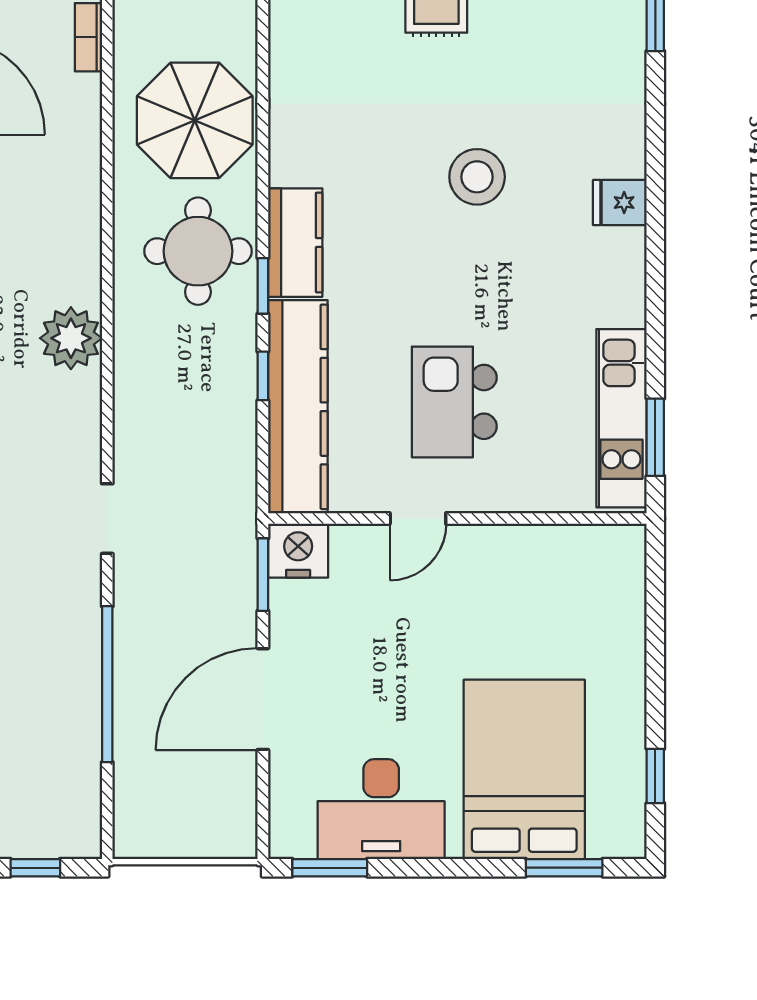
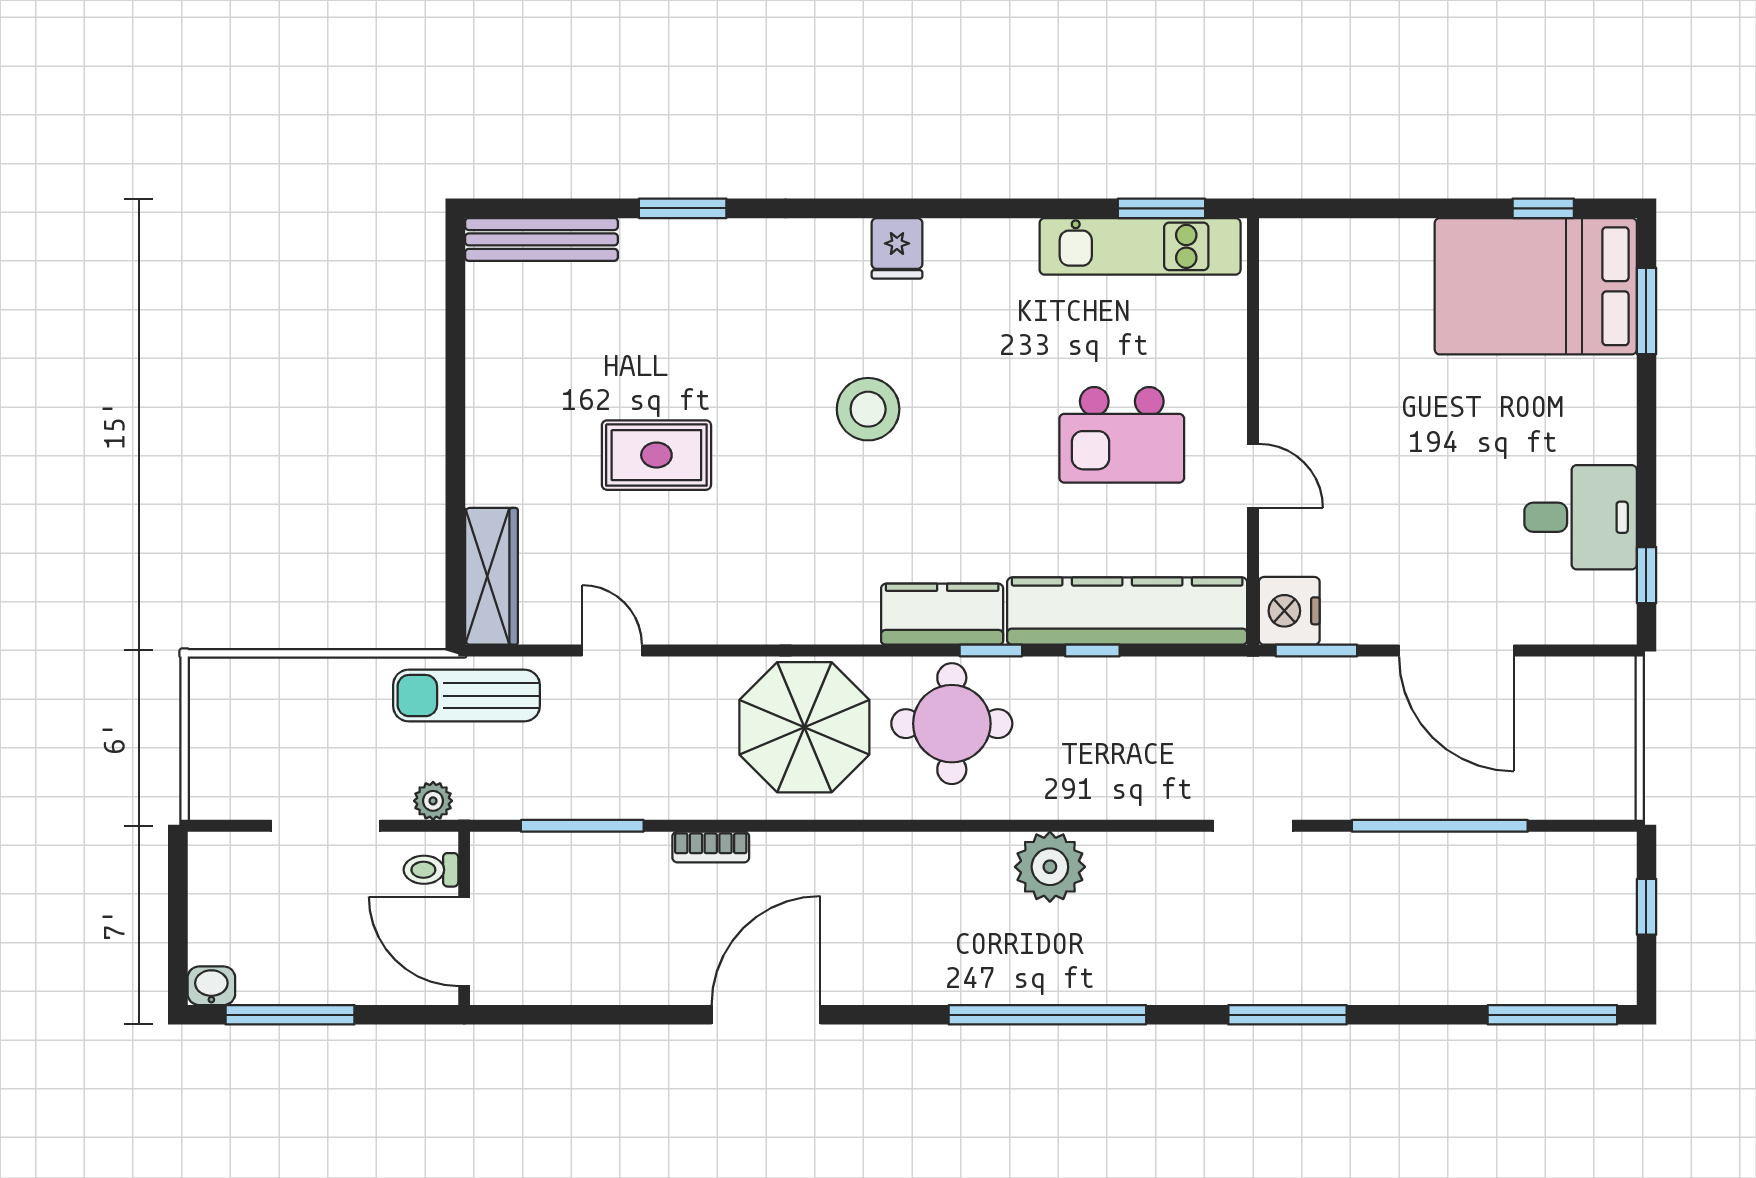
bed: (524, 769) -> (1536, 286), moved
desk: (381, 809) -> (1581, 517), width x0.73
window: (330, 868) -> (1646, 575), width x0.67

